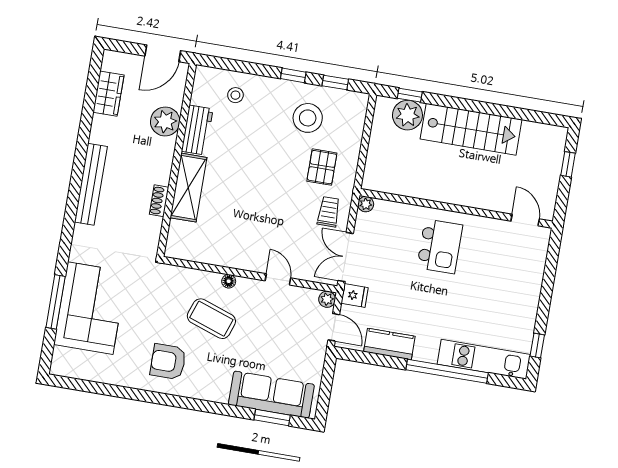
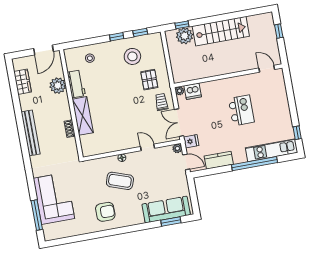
dishwasher: (388, 213) -> (193, 91), added
kitchen island: (440, 246) -> (241, 110), moved
window: (56, 302) -> (37, 215), moved
armchair: (168, 362) -> (105, 212), turned 180

